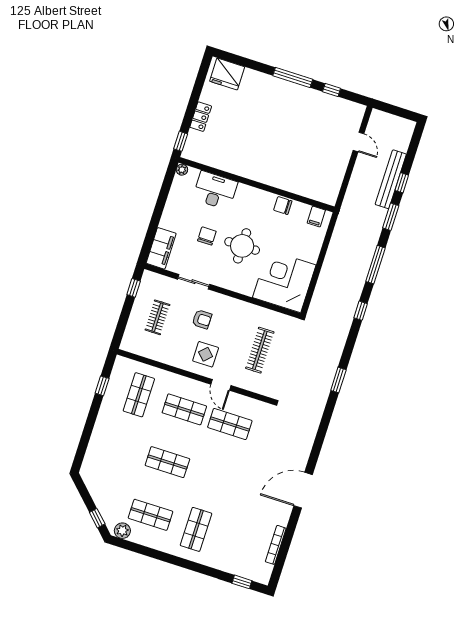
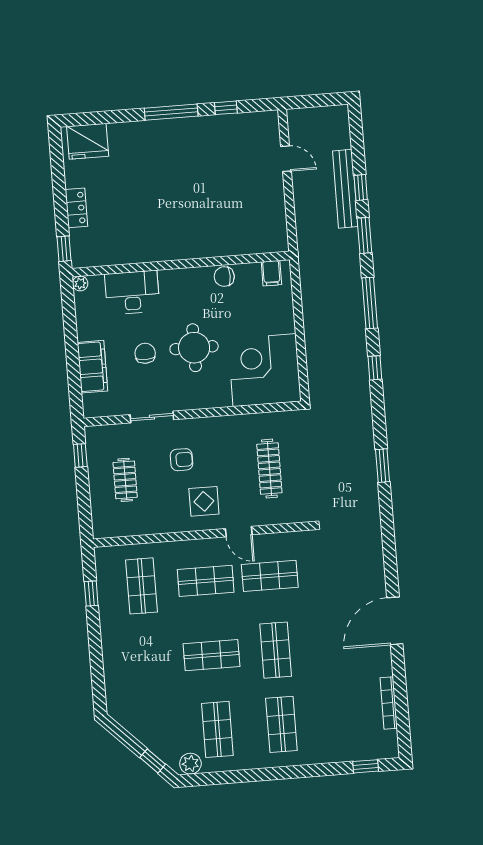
filing cabinet: (161, 248) -> (92, 367), moved
shop shelf: (213, 477) -> (276, 650), added
shop shelf: (151, 515) -> (217, 729), turned 90

